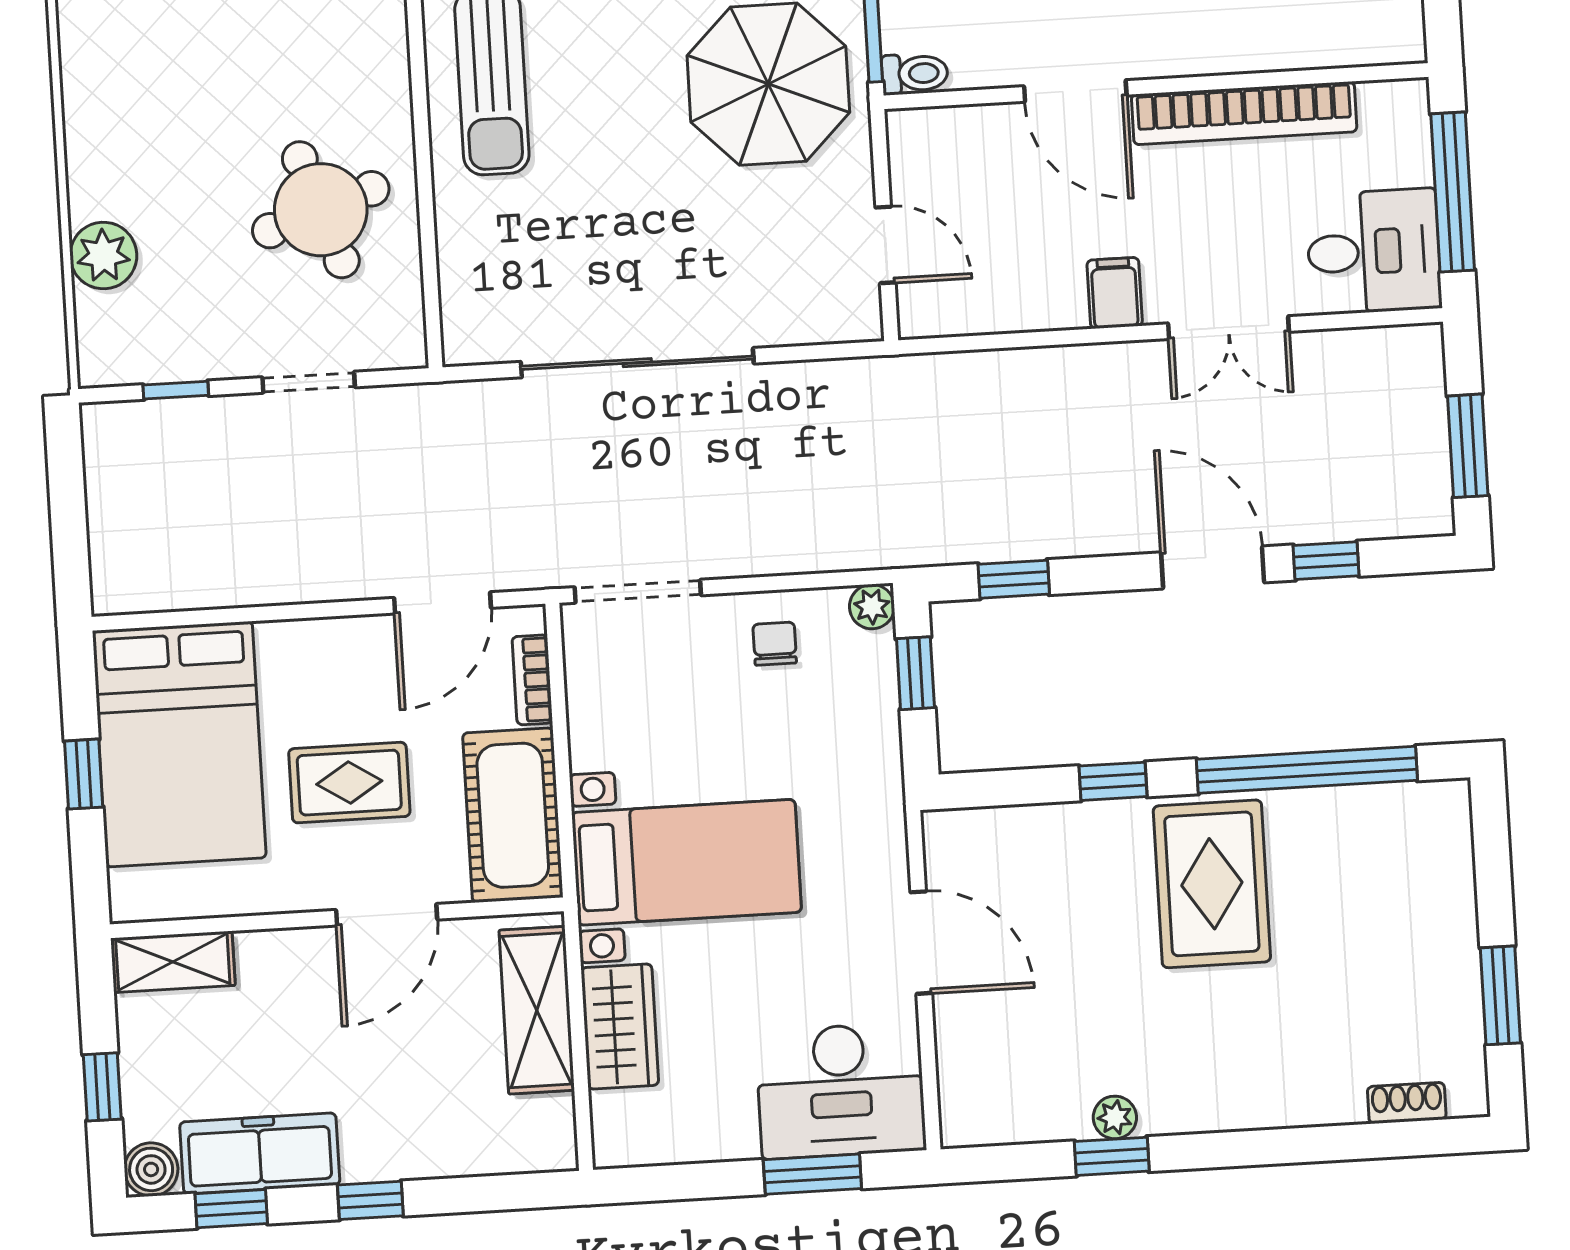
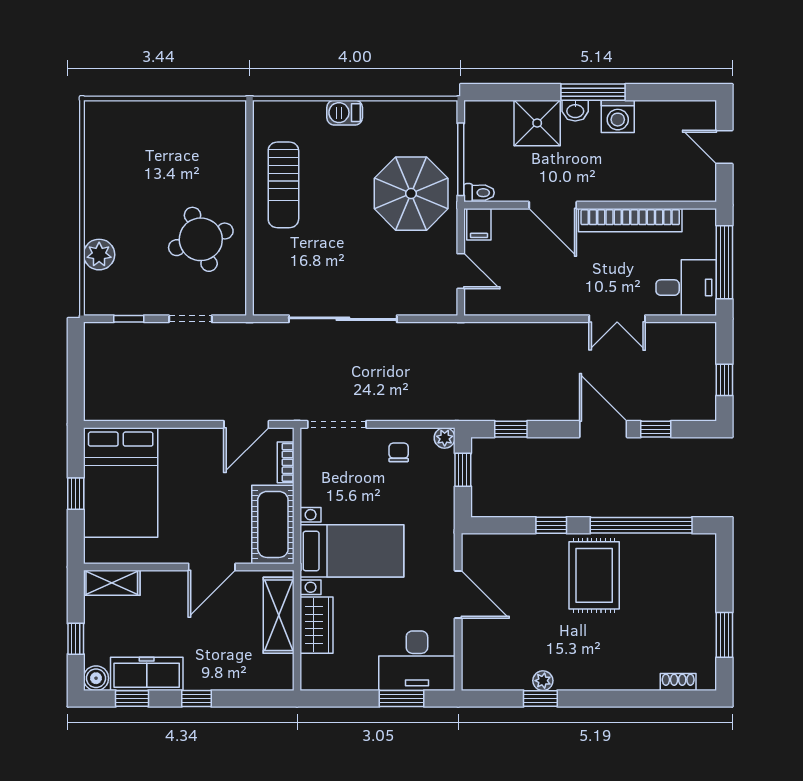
filing cabinet: (1115, 293) -> (479, 224), moved, turned 180
window: (1468, 446) -> (724, 380), width x0.67
rug: (349, 783) -> (198, 505), removed

